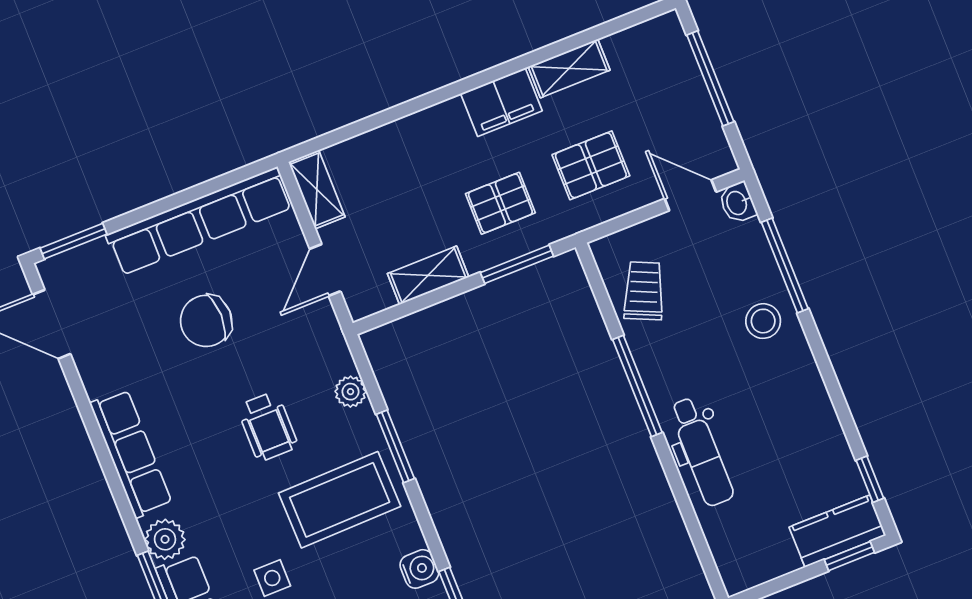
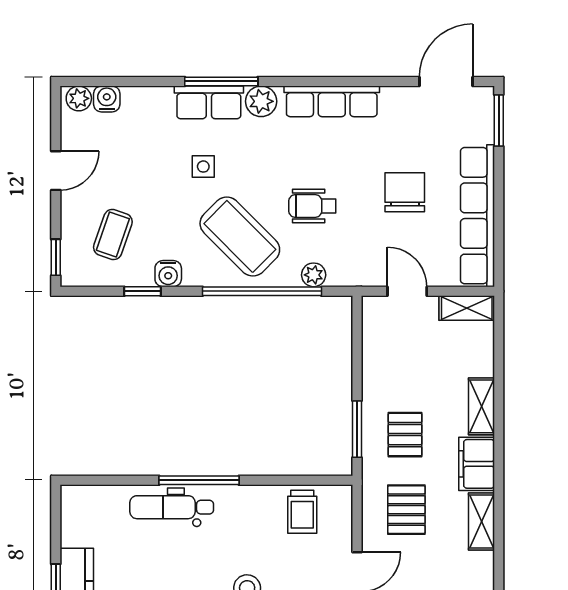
shelving: (428, 275) -> (482, 406), moved
trolley: (644, 291) -> (302, 512), turned 66
window: (637, 386) -> (199, 480), moved
window: (395, 446) -> (262, 291), width x2.11
coffee table: (340, 500) -> (240, 237), turned -44

